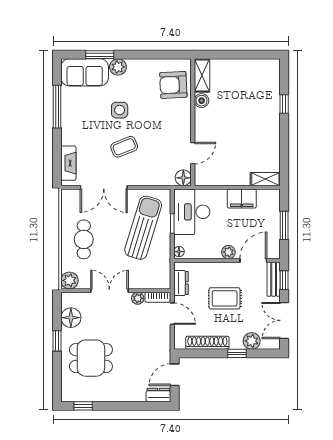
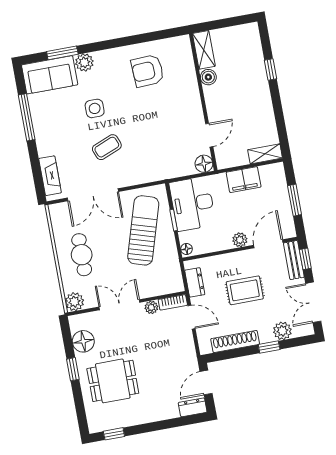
shelving: (202, 75) -> (204, 50), moved
boiler: (202, 101) -> (208, 77), moved
wall: (193, 122) -> (203, 102), moved
door: (193, 153) -> (209, 135), moved
floor lamp: (183, 178) -> (204, 164), moved

